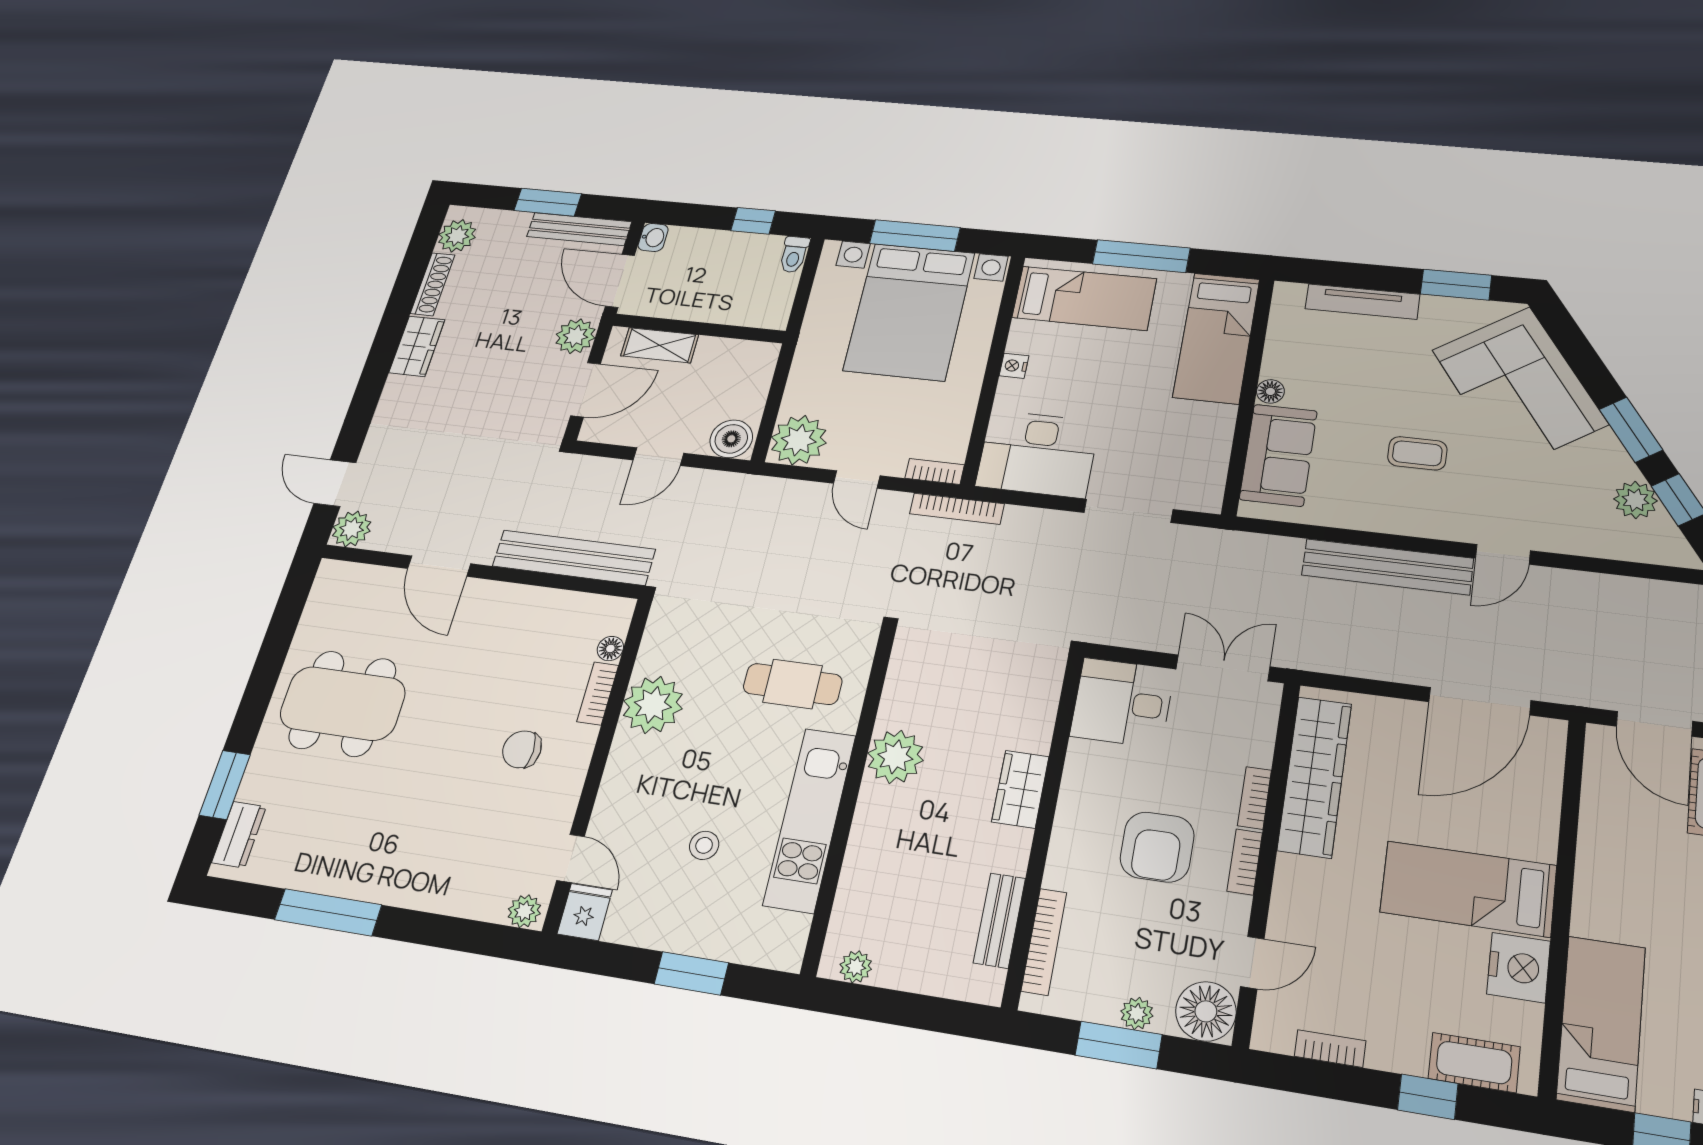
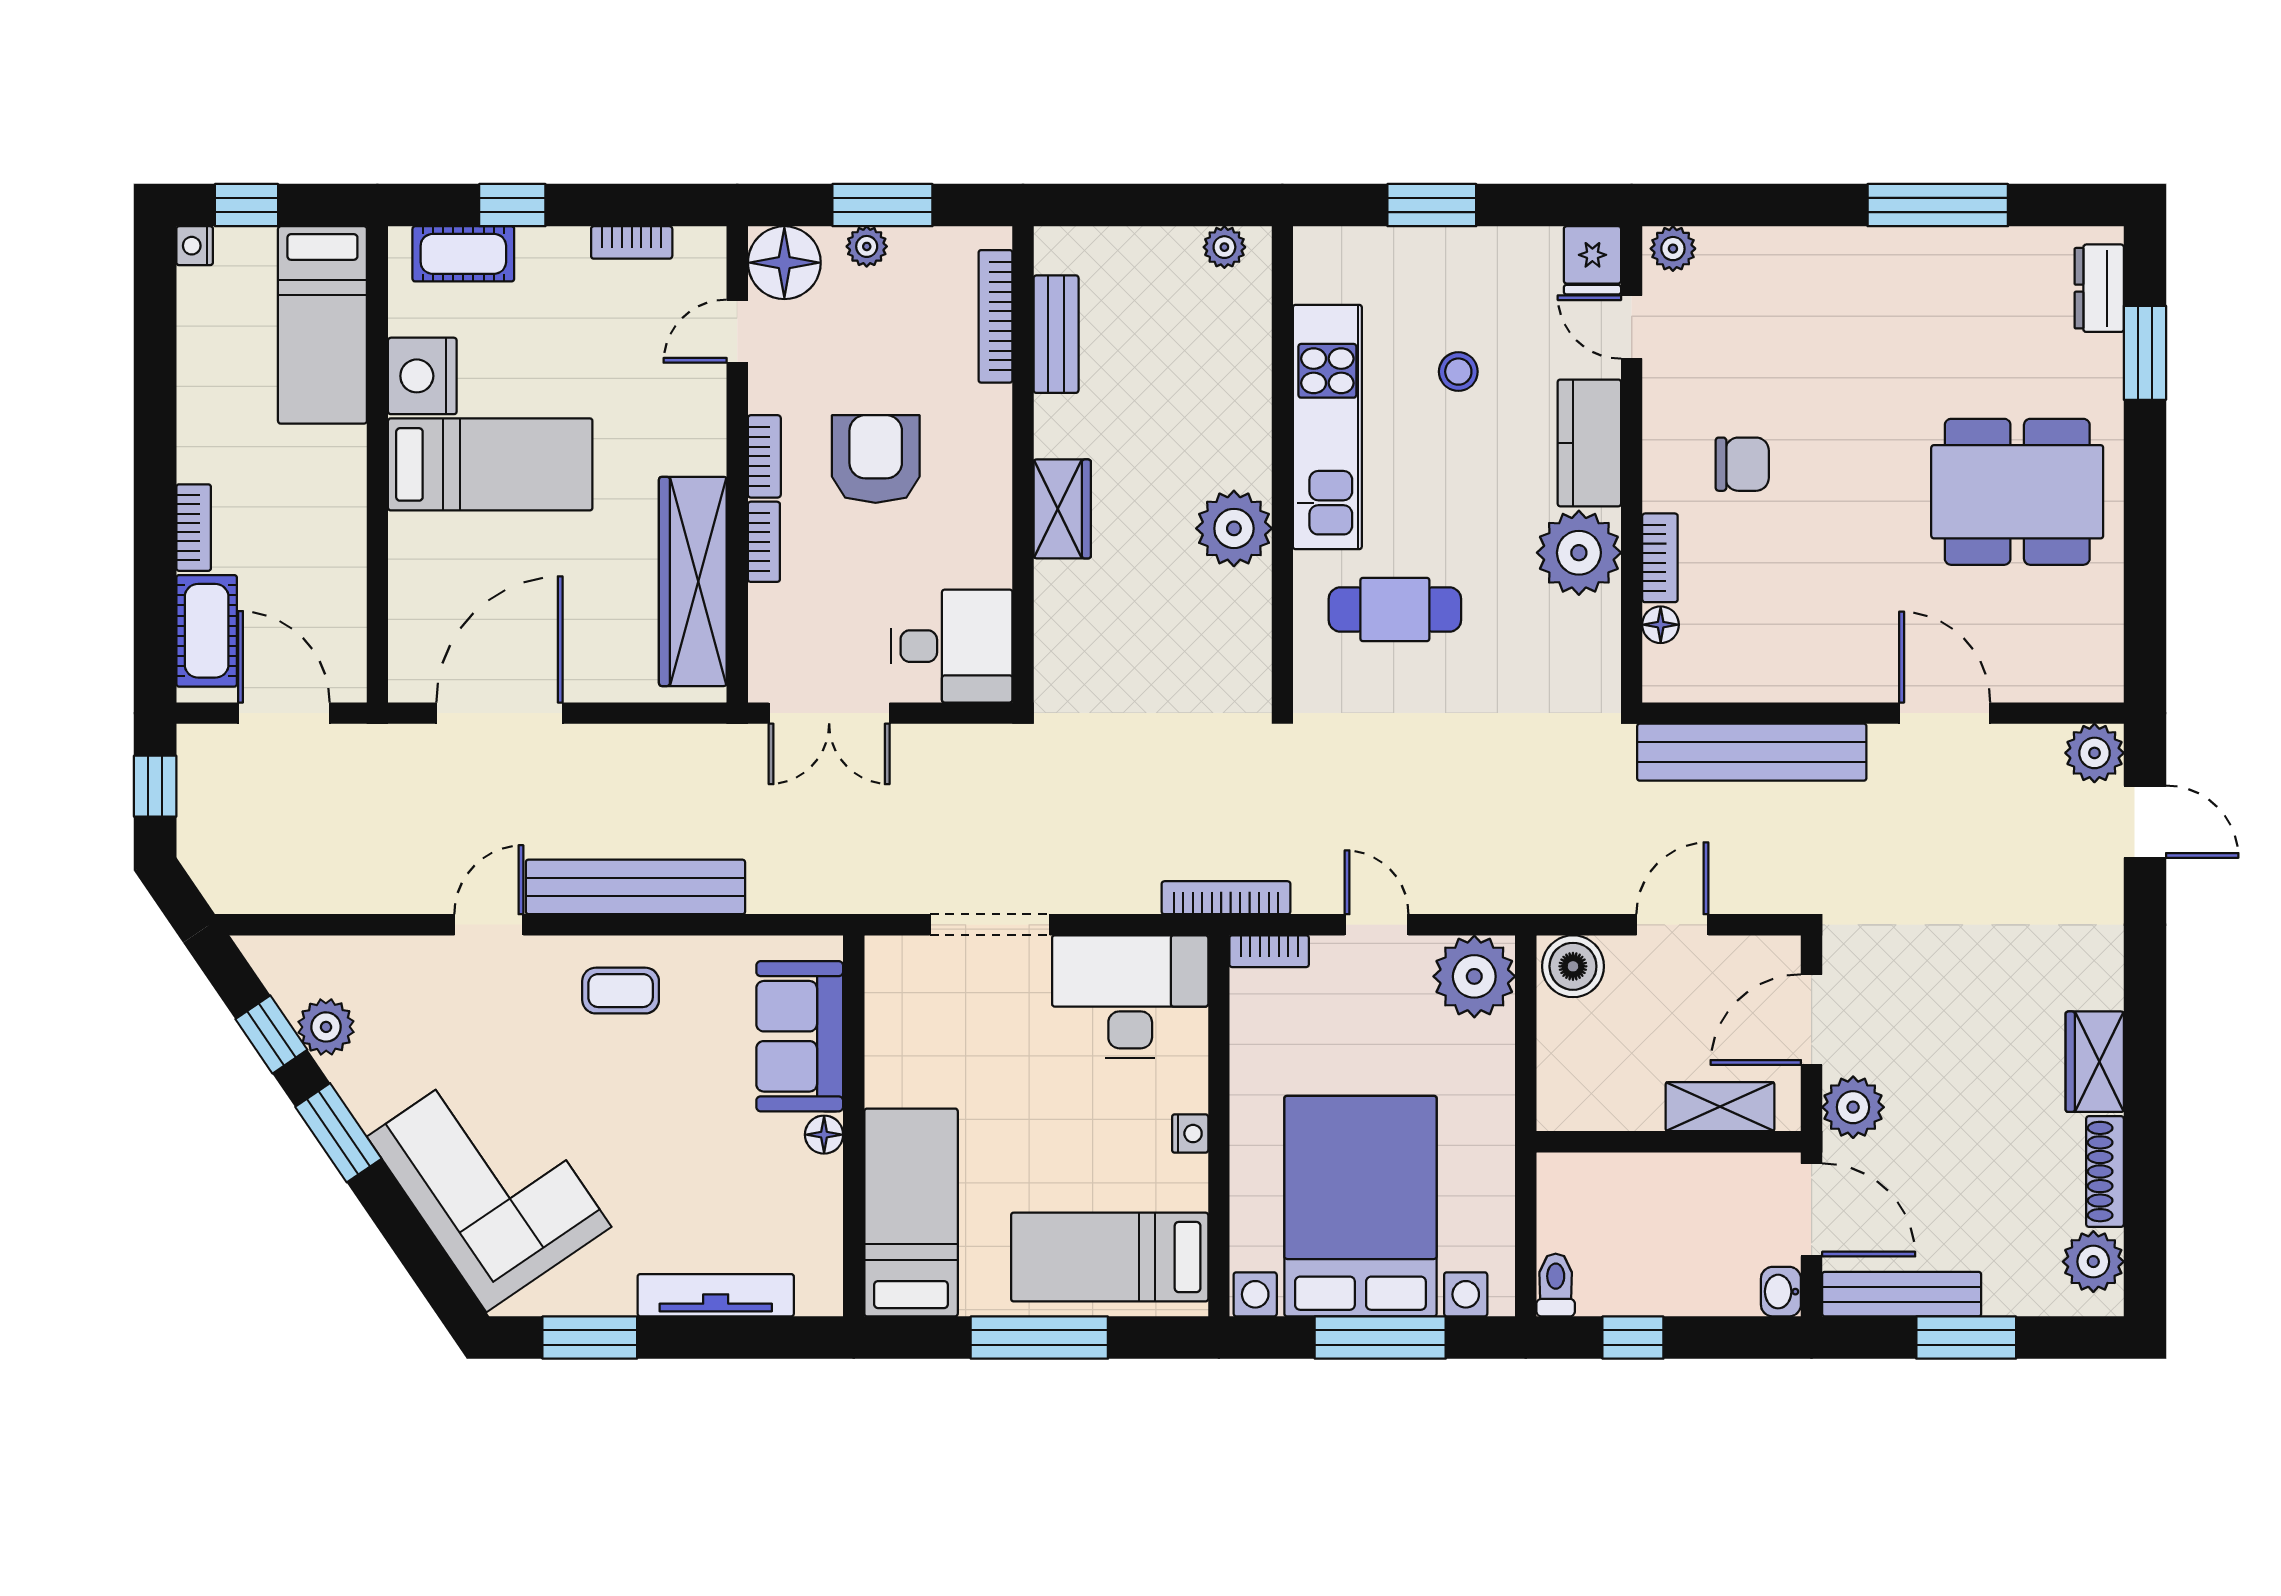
coffee table: (1417, 453) -> (621, 991), moved
kitchen counter: (624, 780) -> (1589, 443), added

